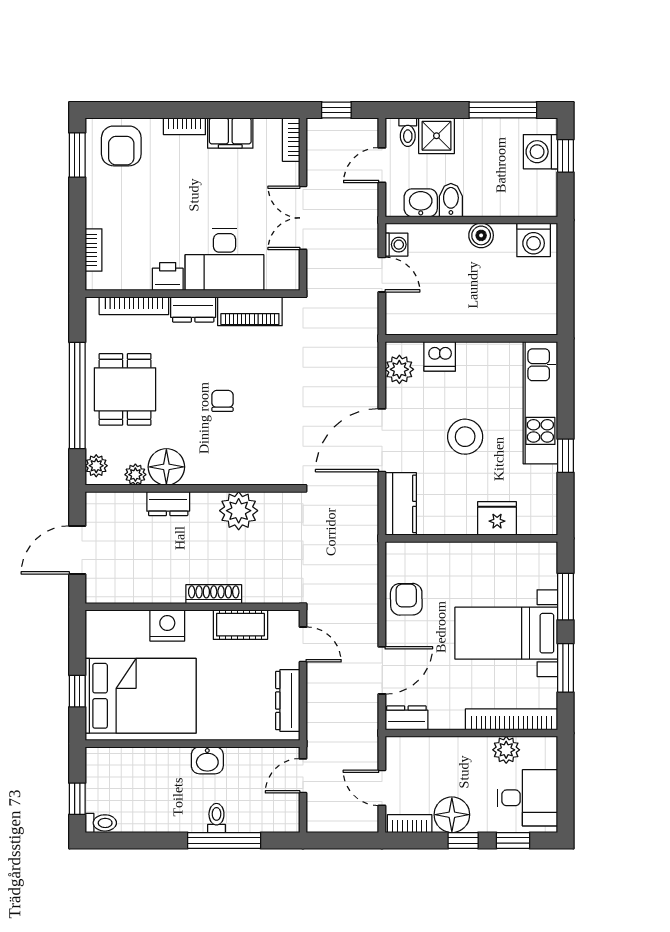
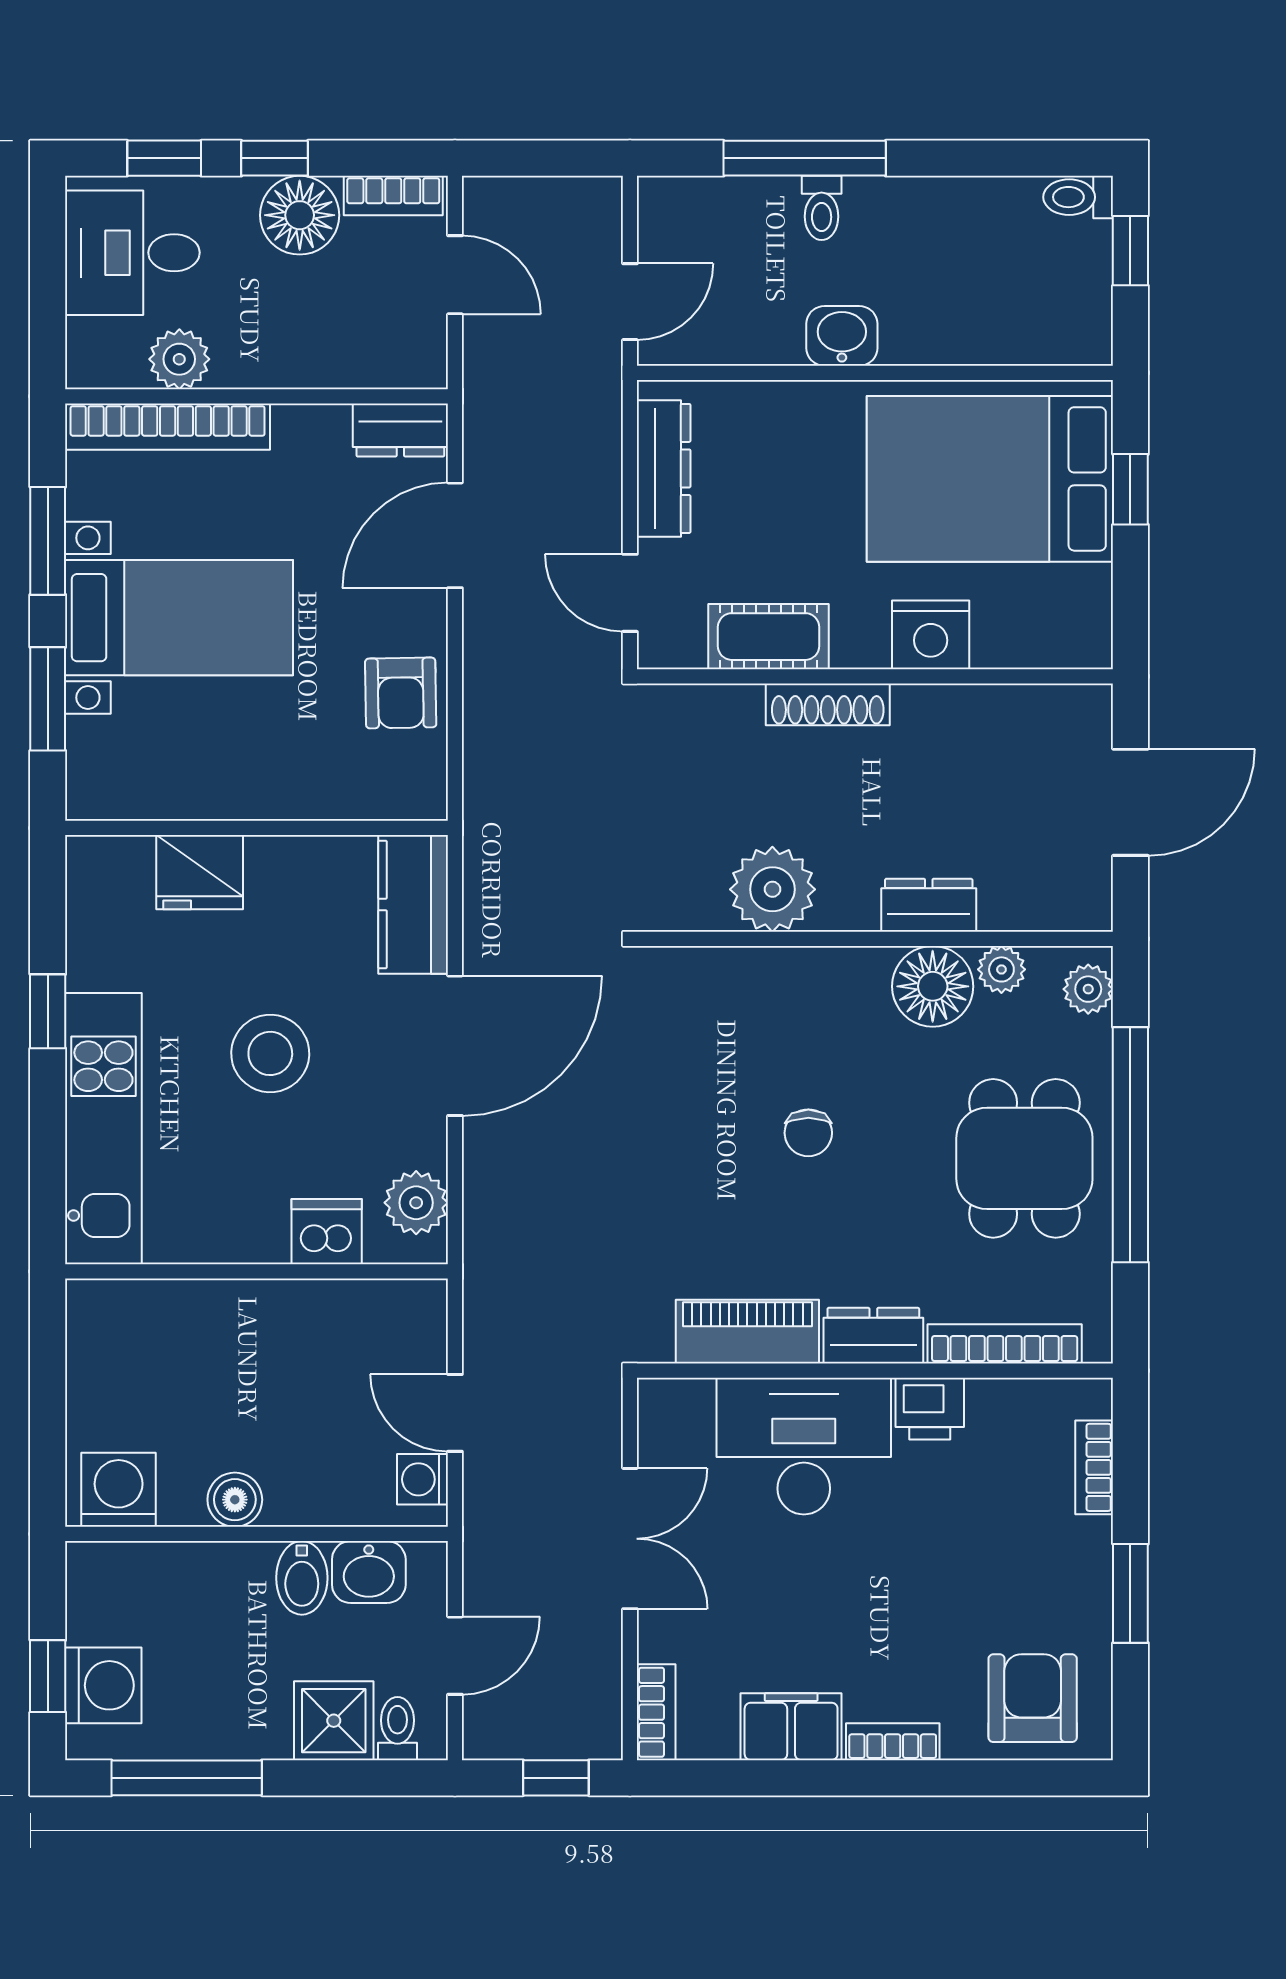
window: (77, 155) -> (1130, 1593), moved

